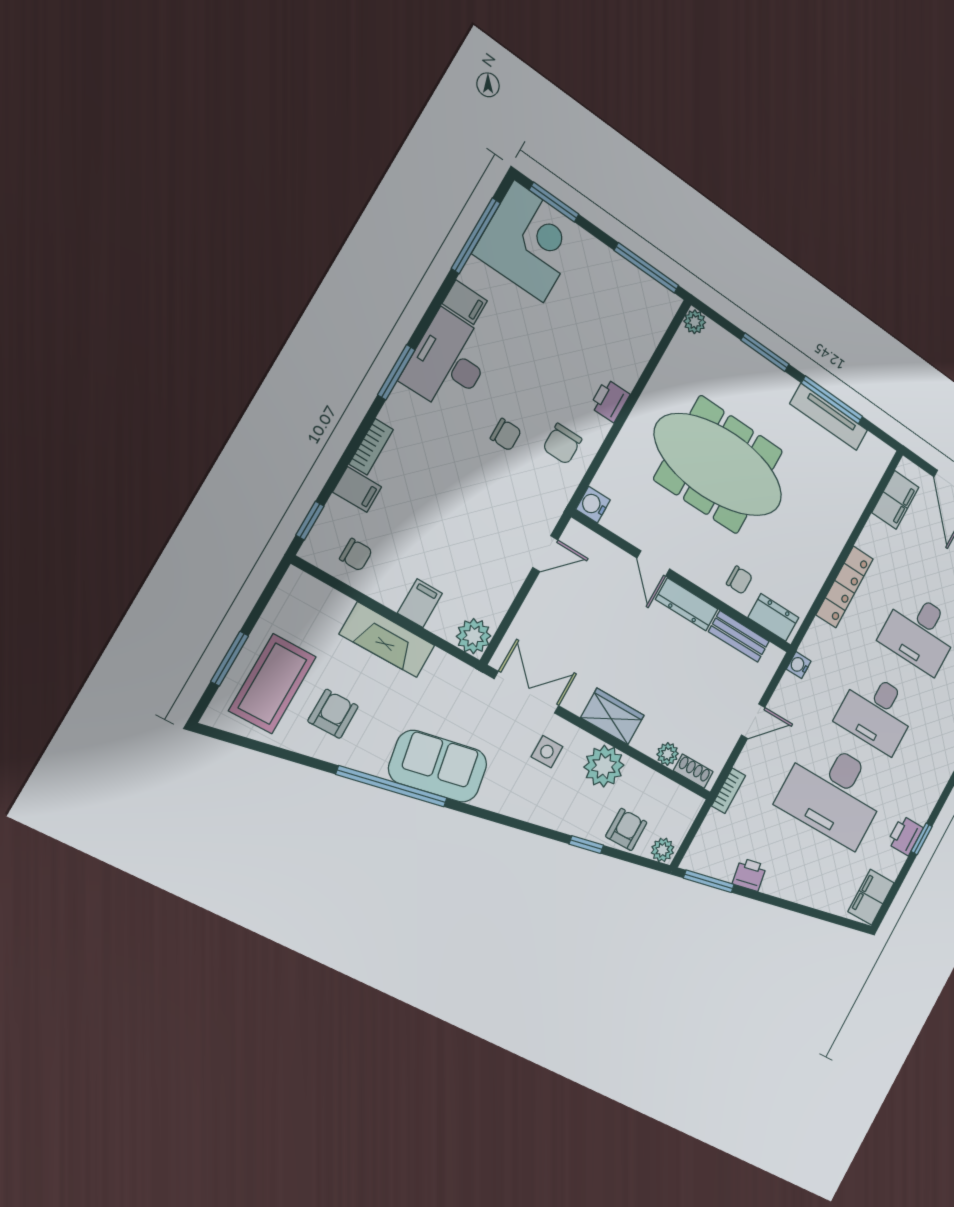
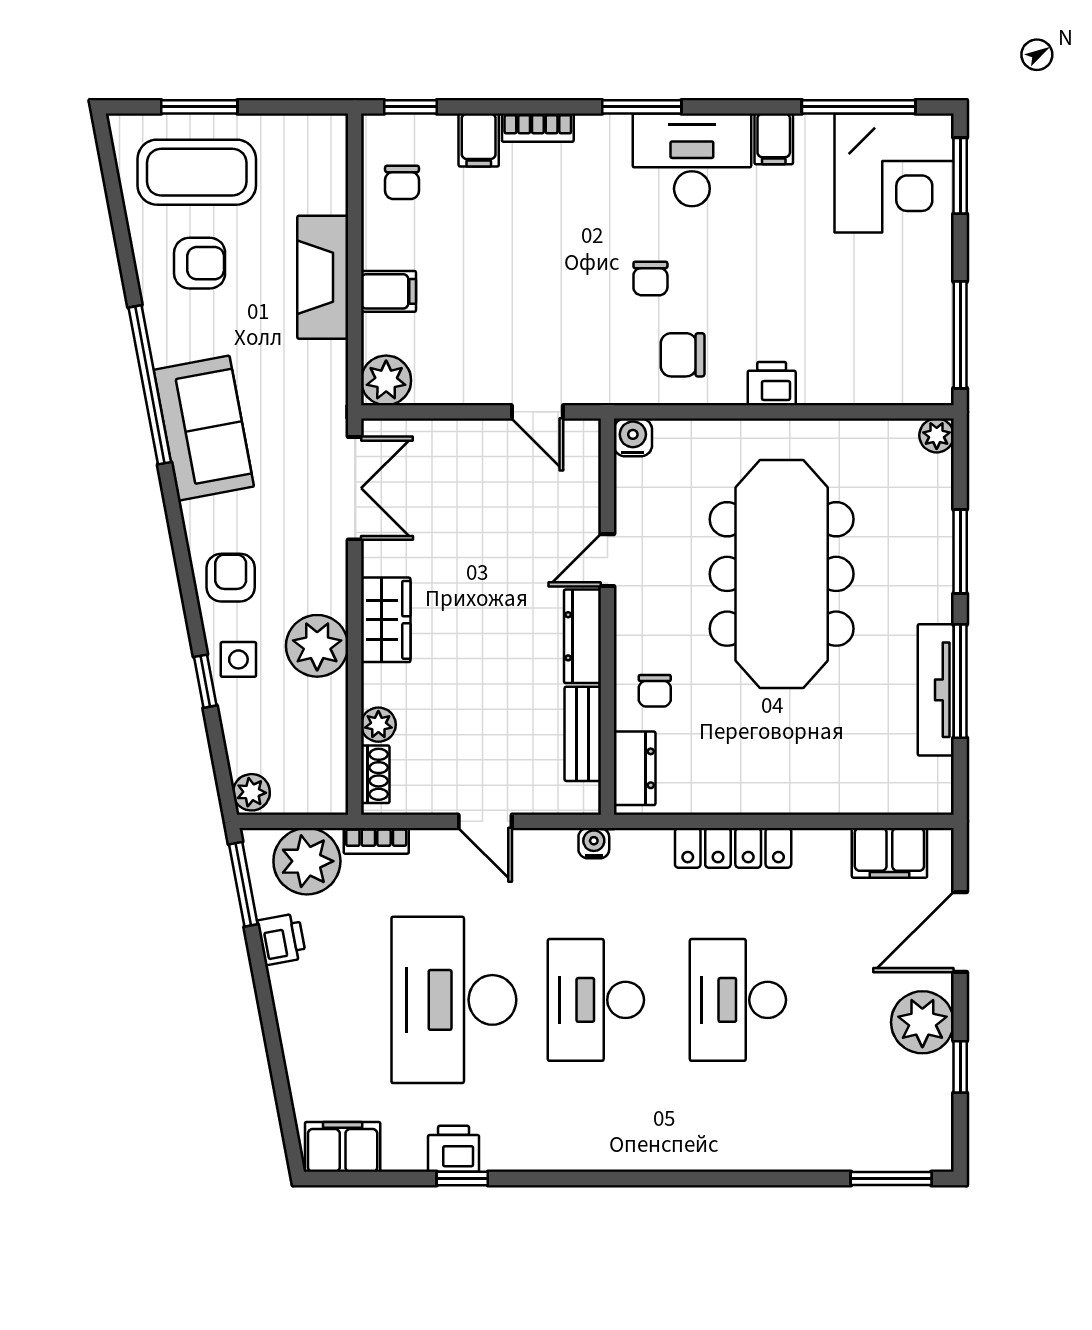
side table: (547, 752) -> (238, 659), moved
armchair: (626, 829) -> (231, 578), moved, turned -90
plant: (717, 837) -> (307, 861), added

